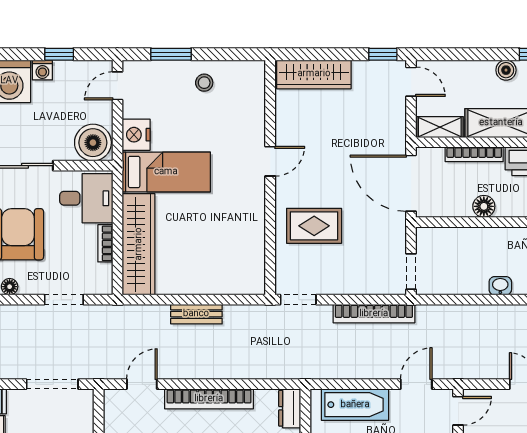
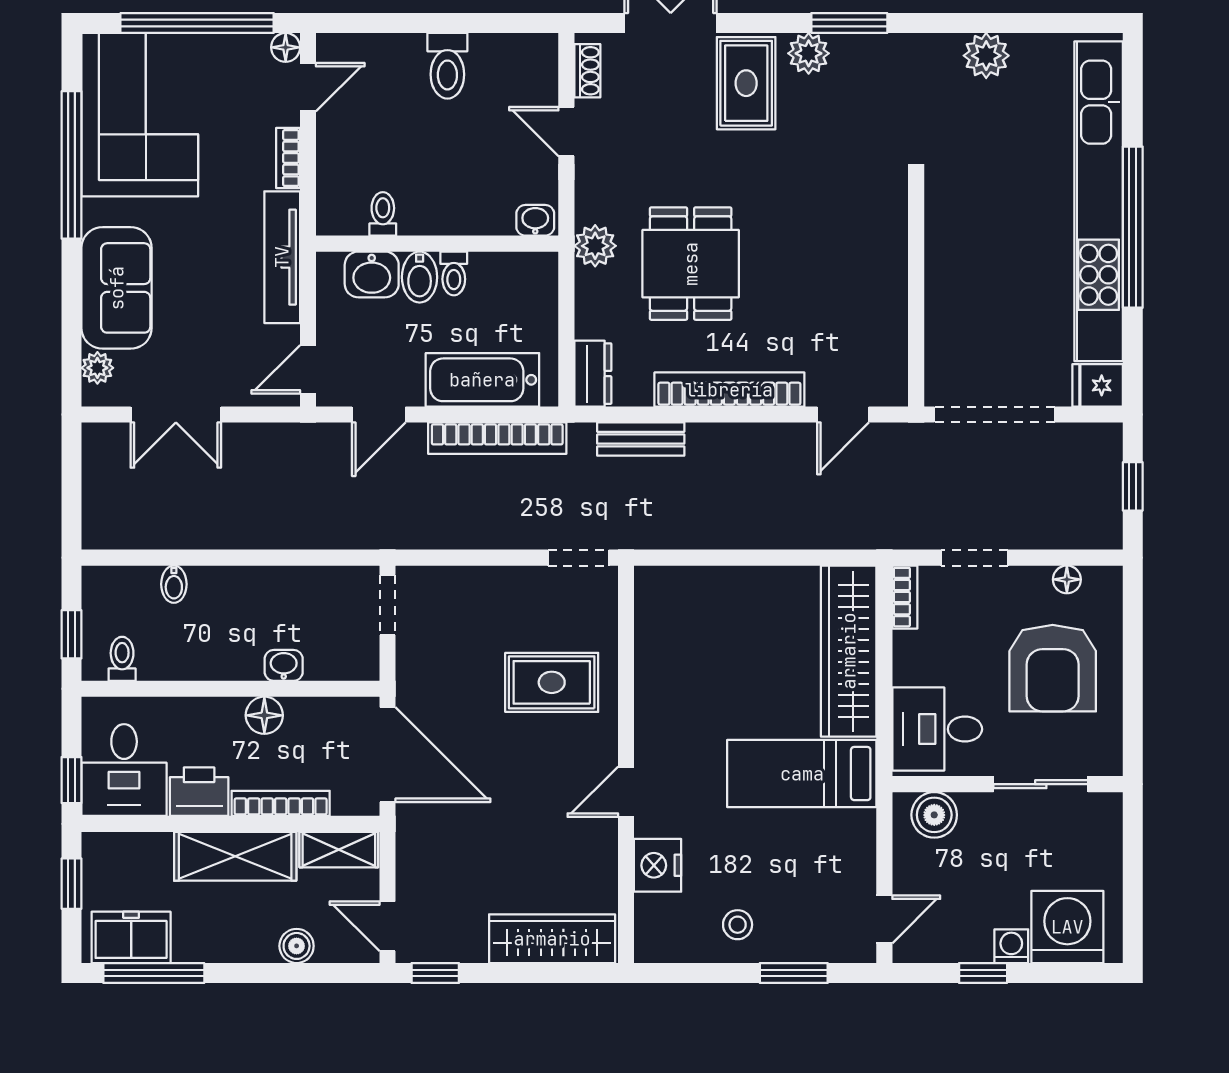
boiler: (506, 70) -> (297, 946), moved
nightstand: (136, 135) -> (658, 865), moved, turned 180
boiler: (93, 143) -> (934, 815), width x0.73, depth x0.73
bookcase: (105, 243) -> (905, 597), moved
washbasin: (500, 286) -> (284, 665), moved, turned 180
bench: (196, 314) -> (641, 439), moved
bookcase: (374, 314) -> (497, 438), moved, turned 180
doorway: (52, 384) -> (995, 415), width x1.36

